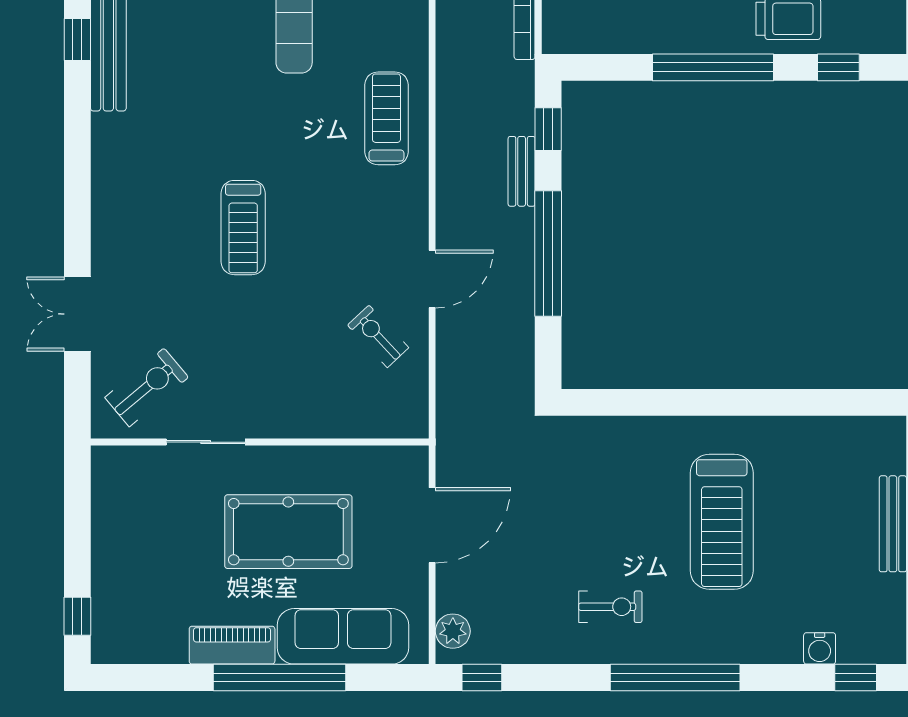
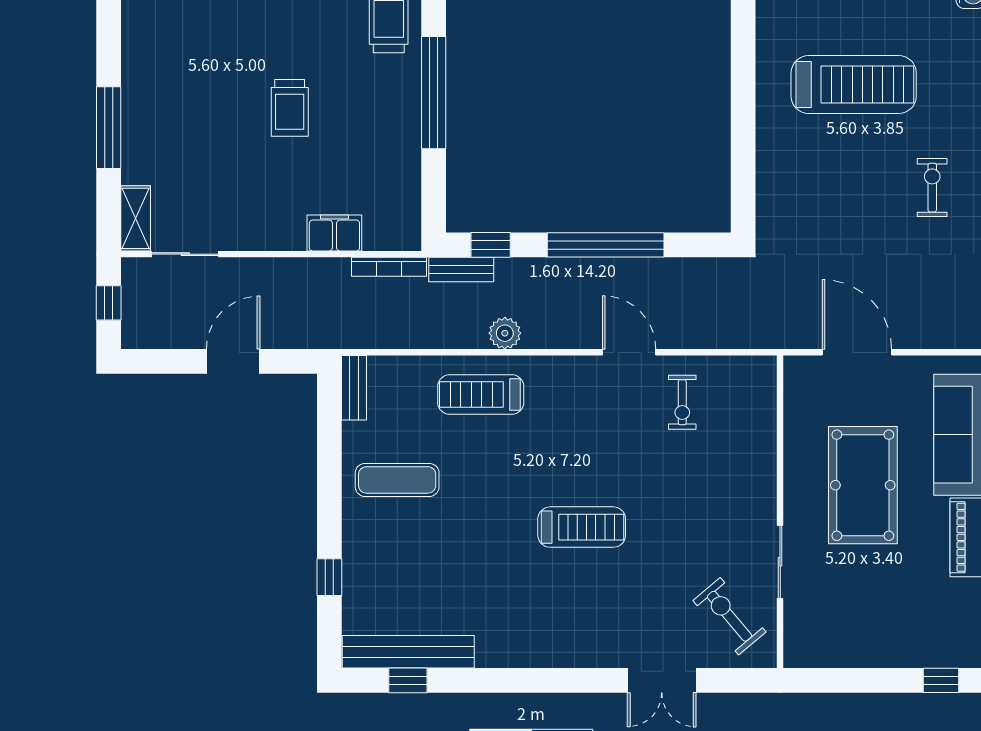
bench: (522, 171) -> (461, 270), moved
exercise bike: (378, 336) -> (682, 402), turned -47
plant: (453, 631) -> (505, 333), moved

